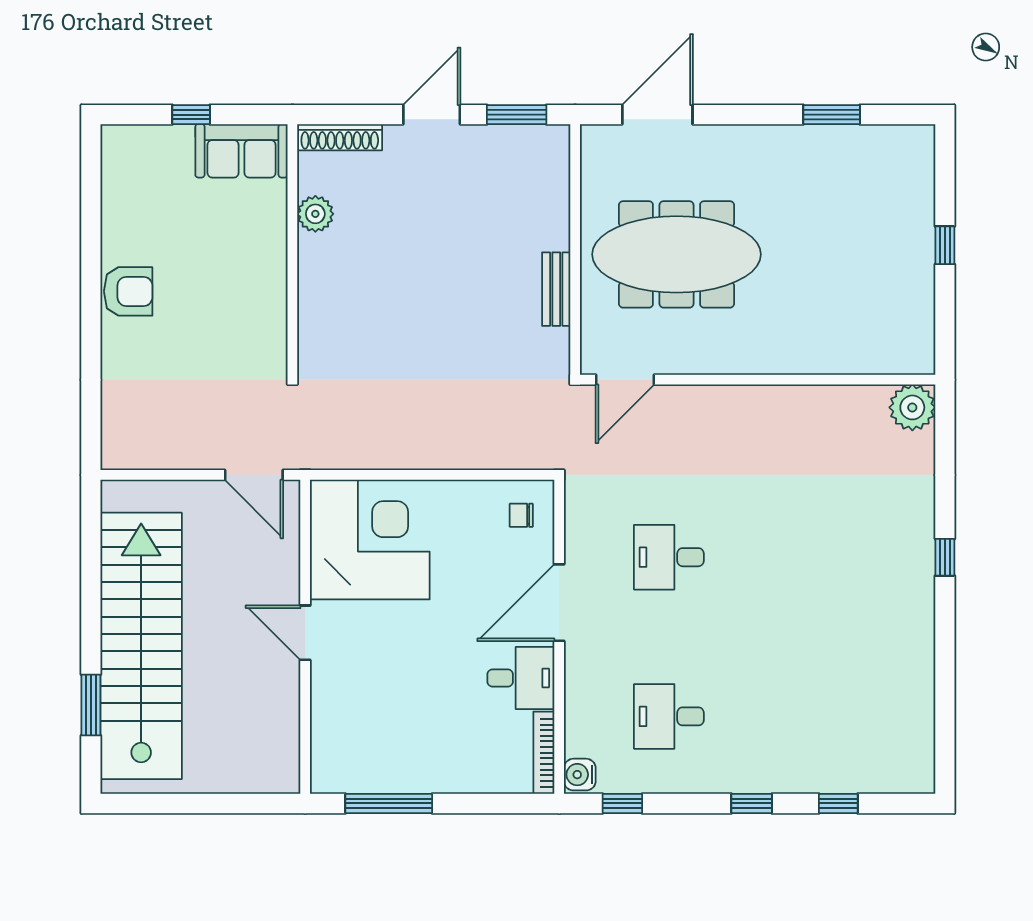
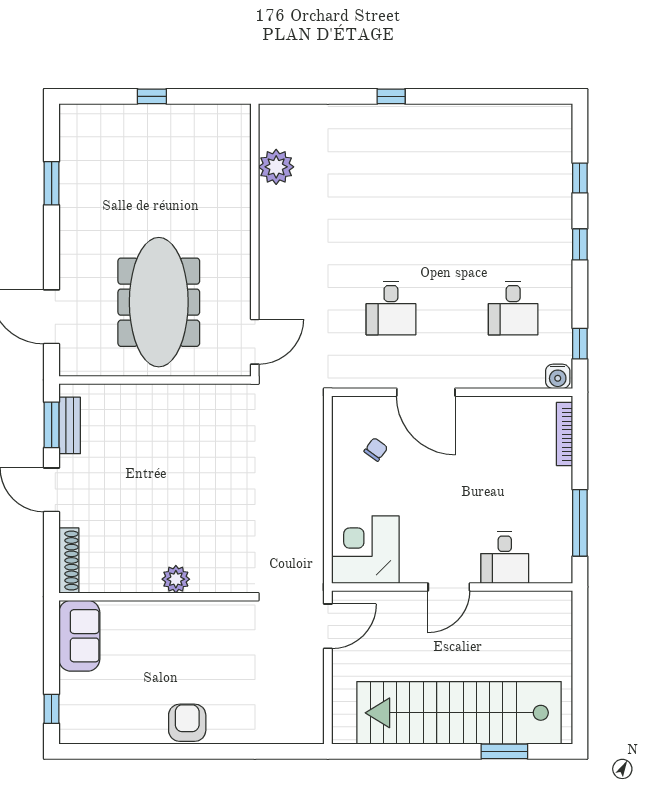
window: (191, 115) -> (52, 709), moved
plant: (315, 214) -> (176, 579), moved
bench: (556, 289) -> (70, 425), moved, turned 90
door: (625, 380) -> (255, 342), hinge flipped
plant: (912, 407) -> (276, 167), moved
chair: (521, 515) -> (376, 449), moved, turned -144
corner desk: (370, 540) -> (365, 550), width x0.74, depth x0.74
desk: (521, 678) -> (505, 558), moved, turned 180
bookcase: (544, 753) -> (564, 434), moved, turned 90

